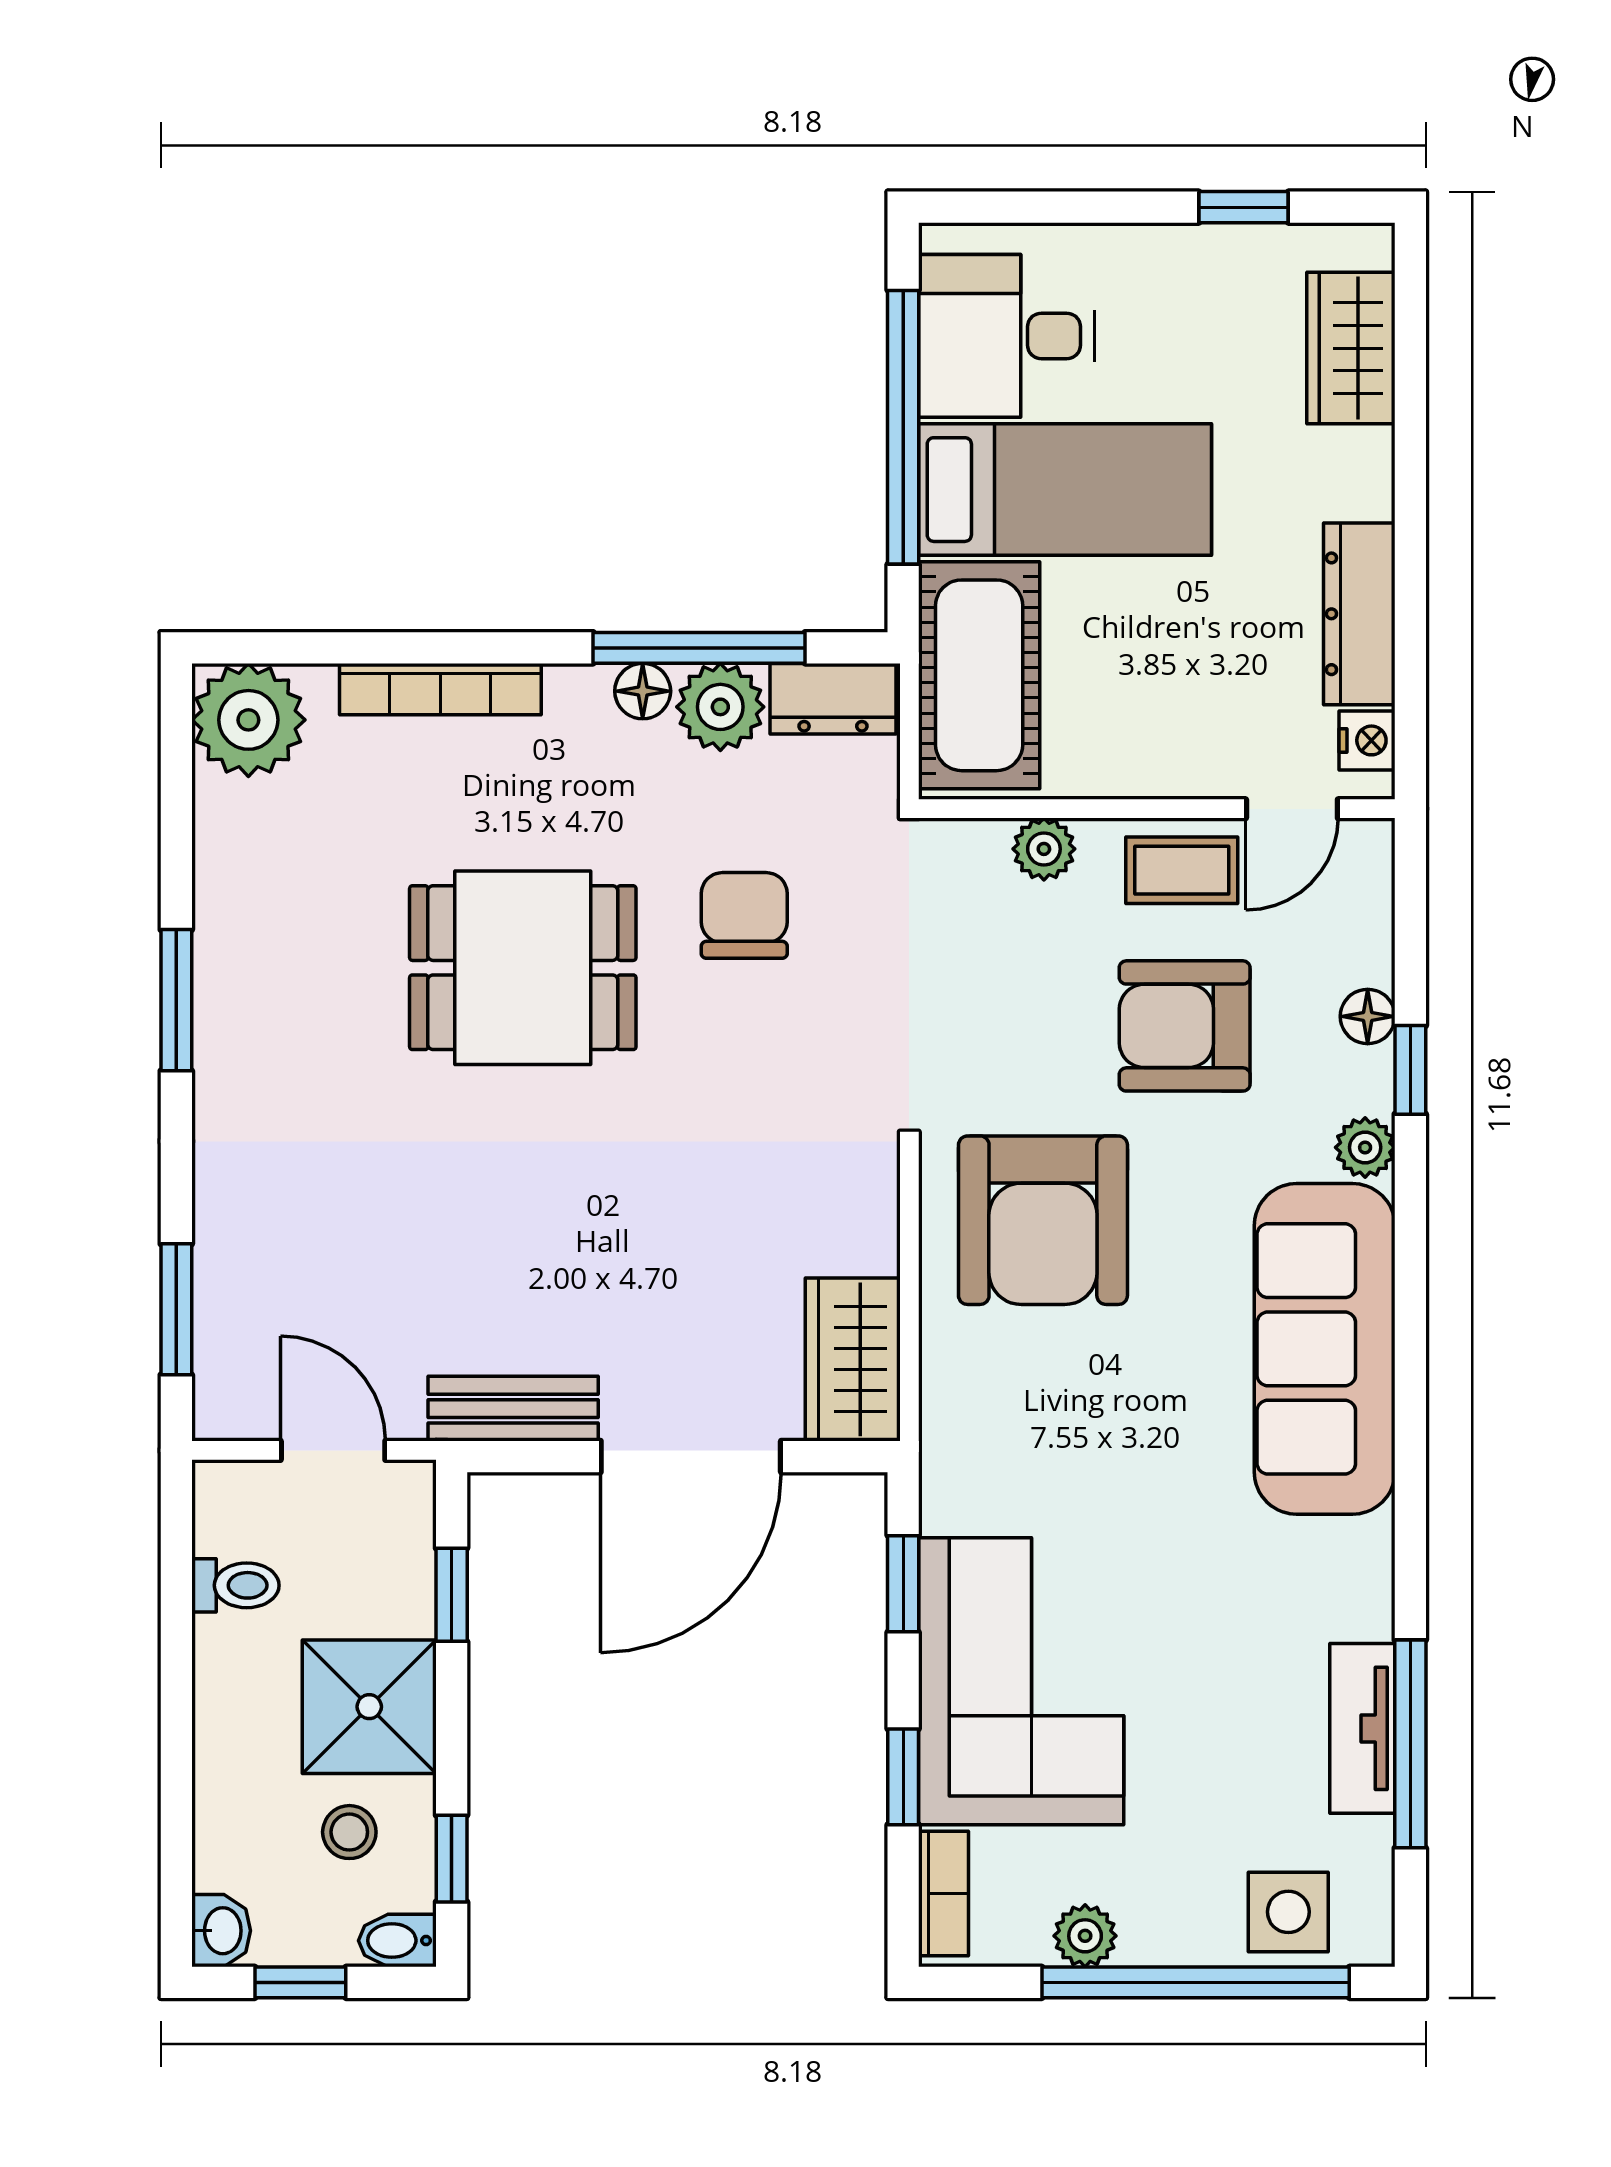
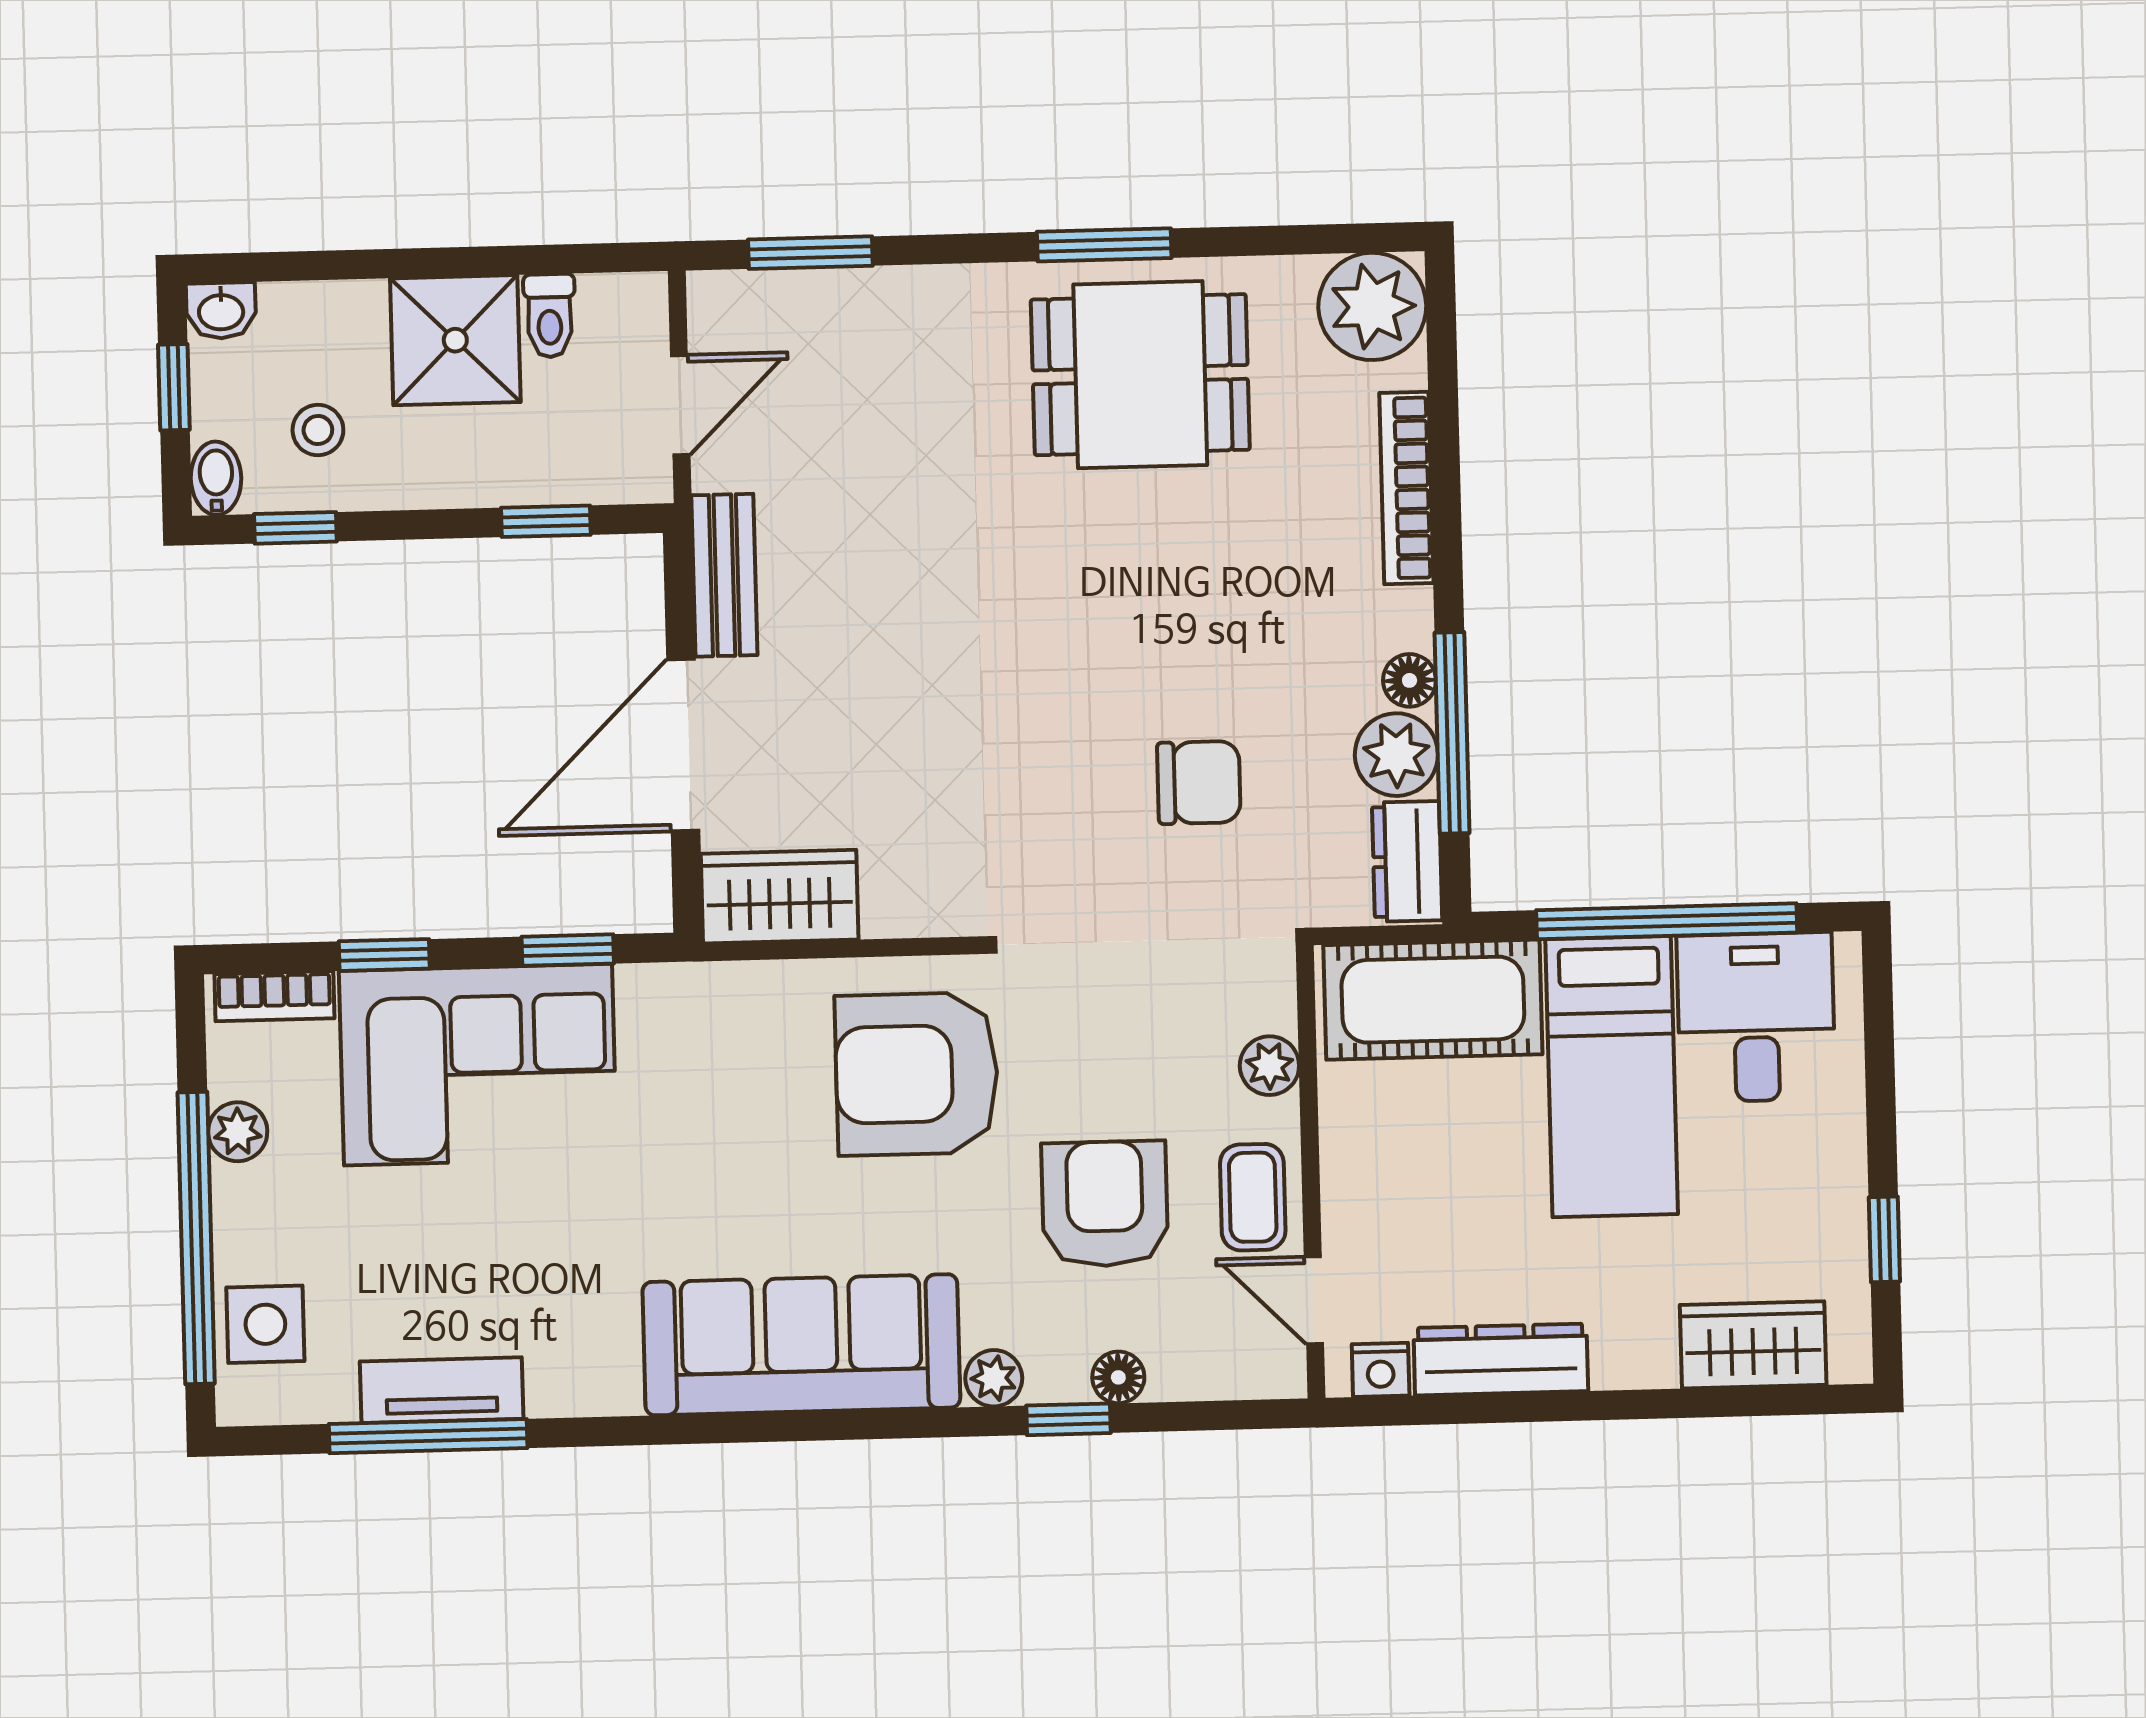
dining table: (523, 968) -> (1140, 375), moved, turned 90
door: (691, 1457) -> (683, 745), hinge flipped
shower: (369, 1707) -> (455, 340), moved

